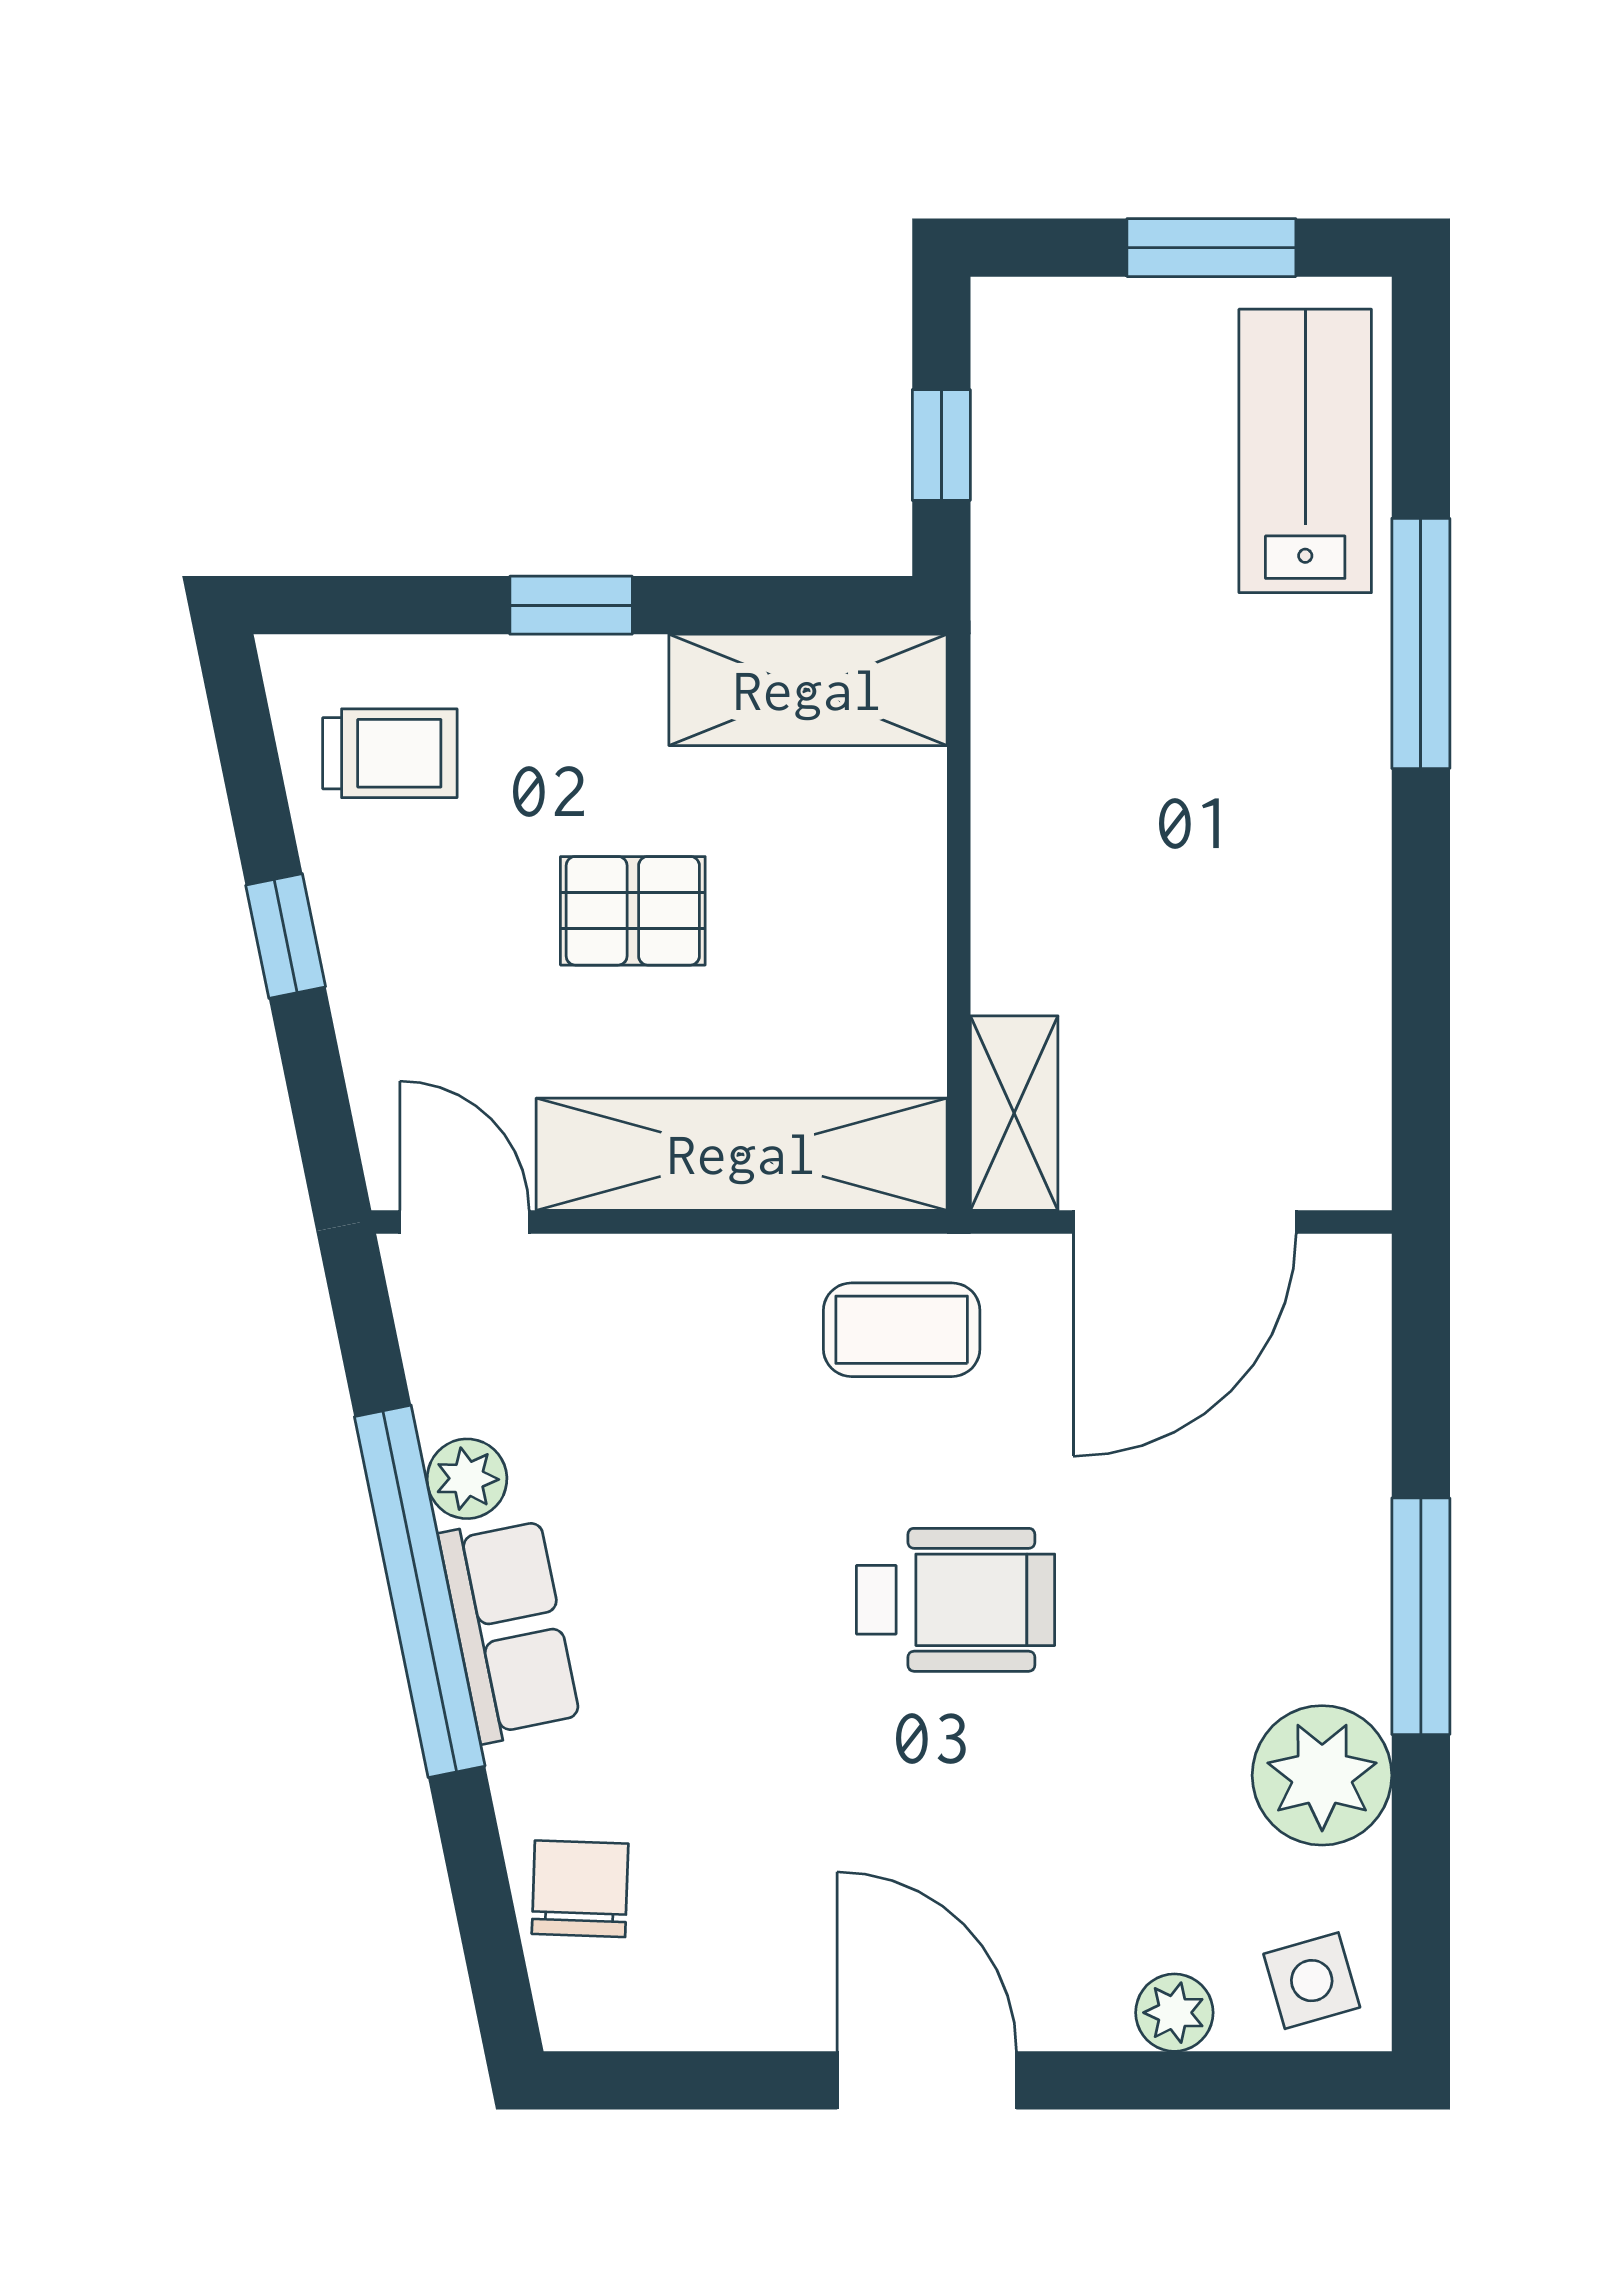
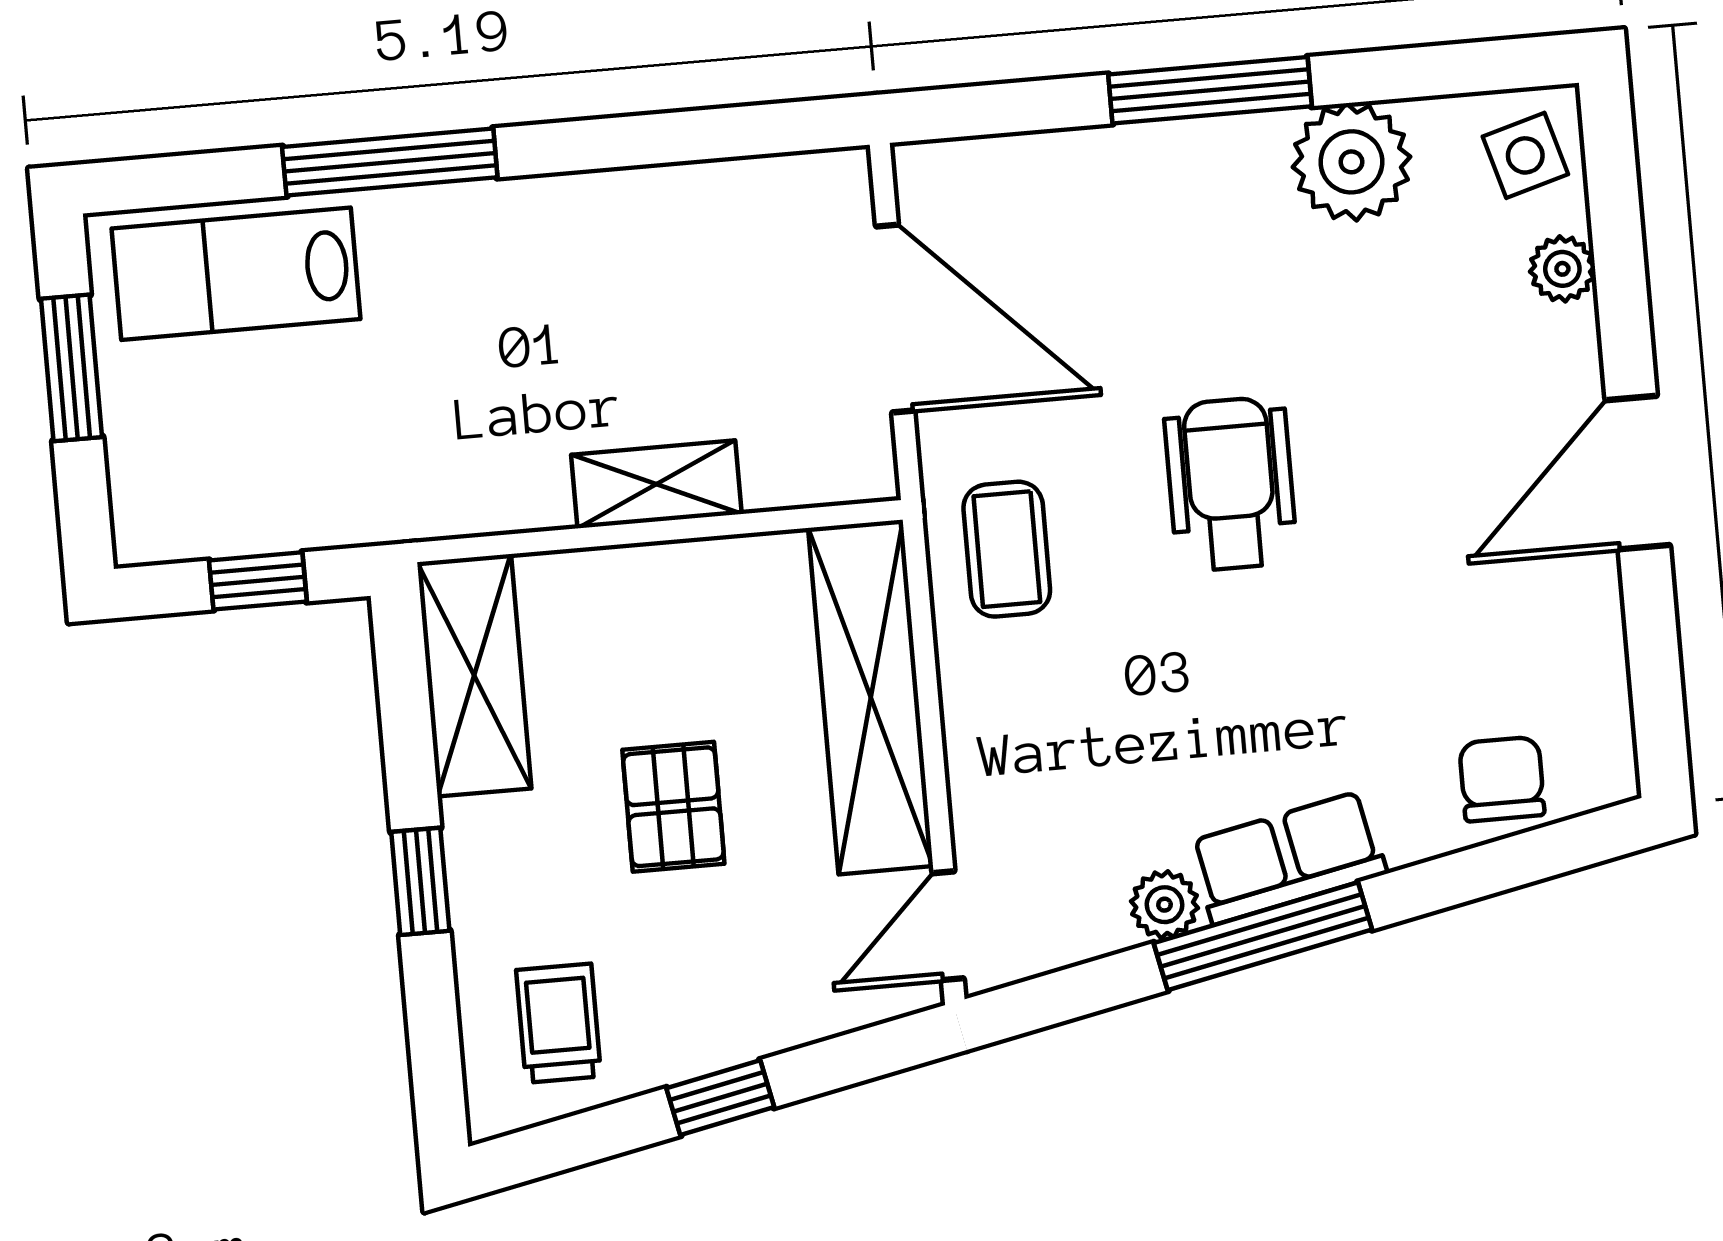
shelving: (1014, 1113) -> (656, 484), moved
window: (420, 1591) -> (1263, 936), width x0.68
chair: (580, 1889) -> (1502, 779), turned 88

